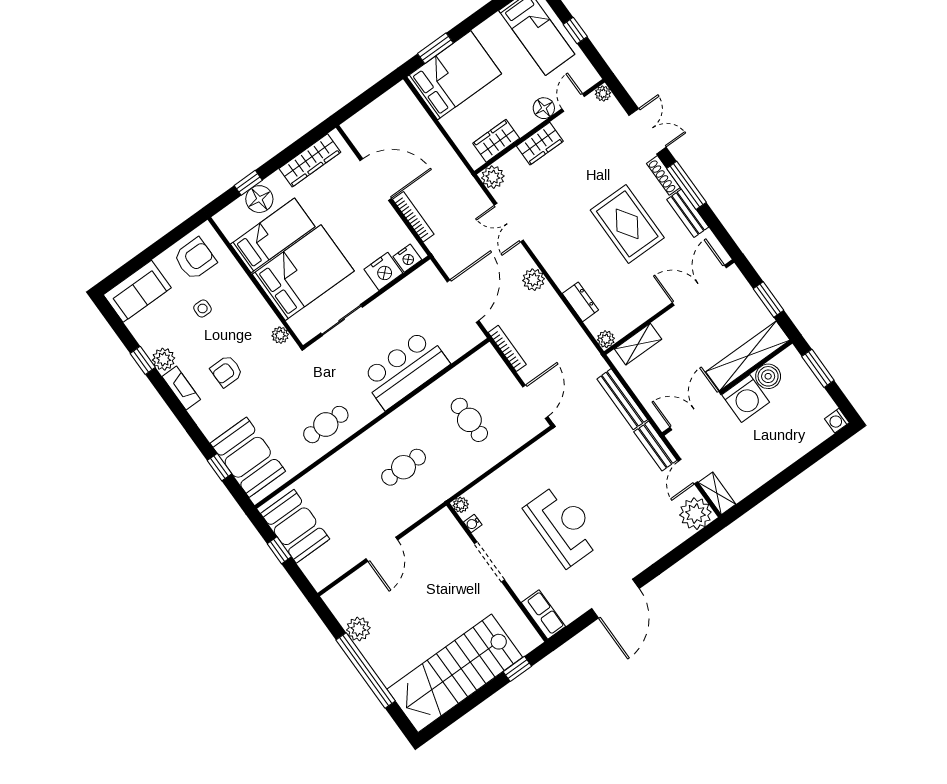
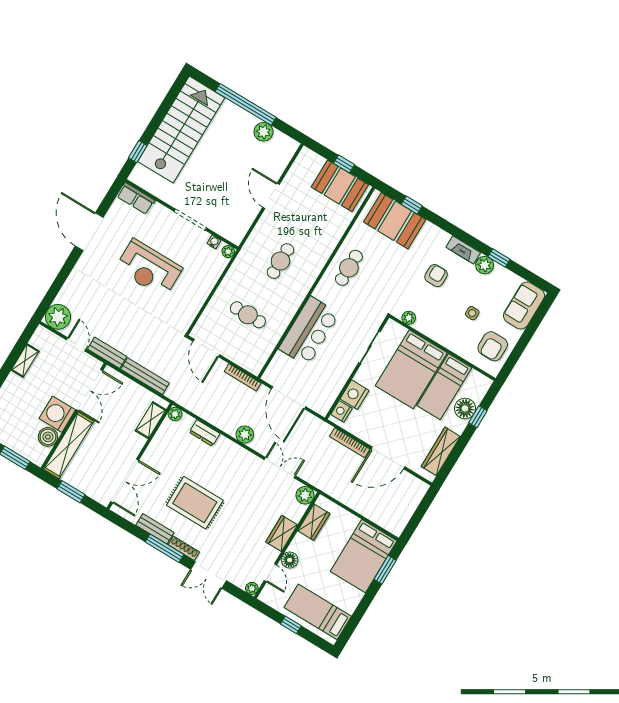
shelving: (717, 493) -> (25, 361), moved, turned 90

